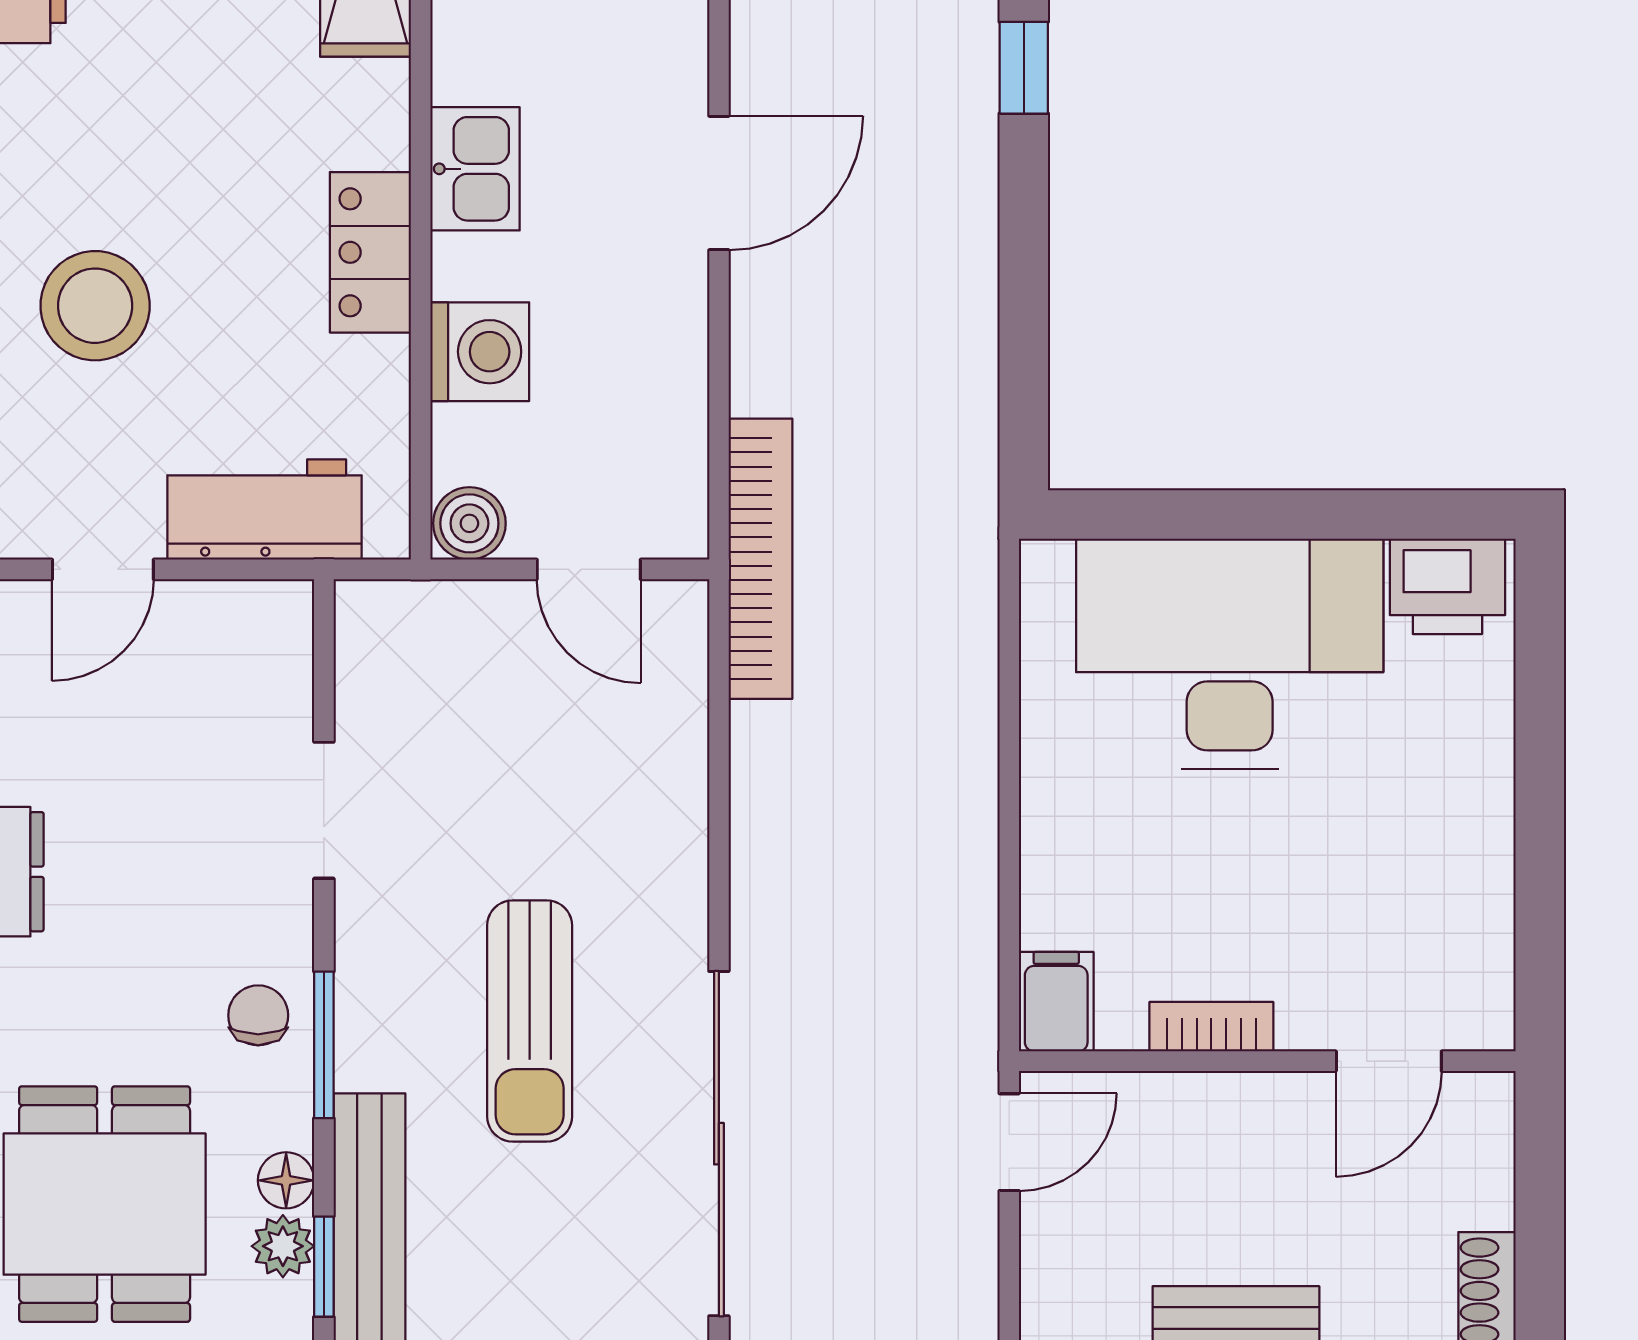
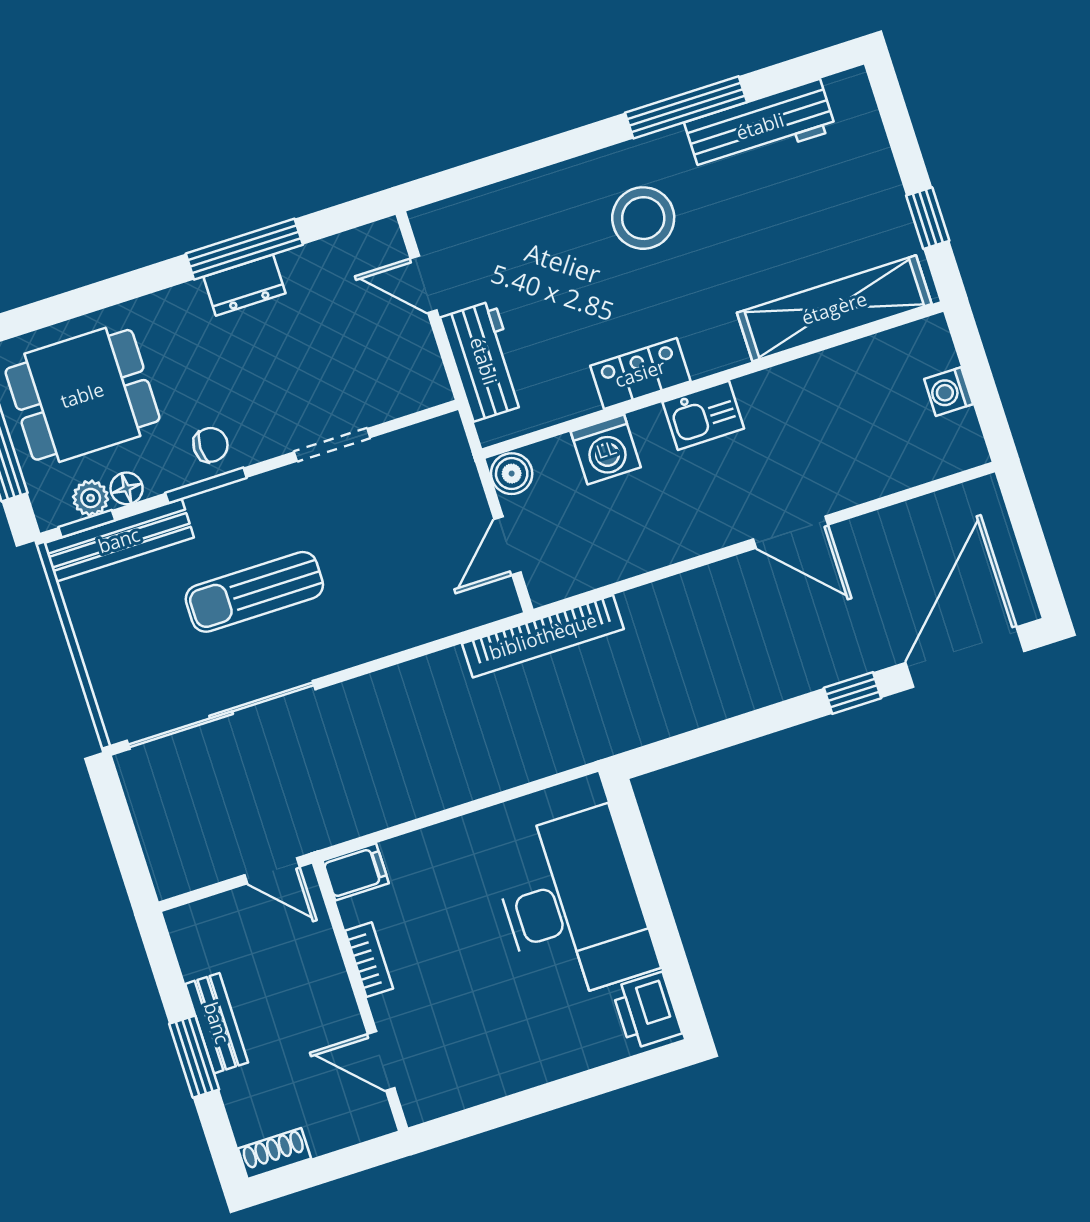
door: (719, 183) -> (791, 532), moved
stool: (95, 306) -> (643, 218), moved

